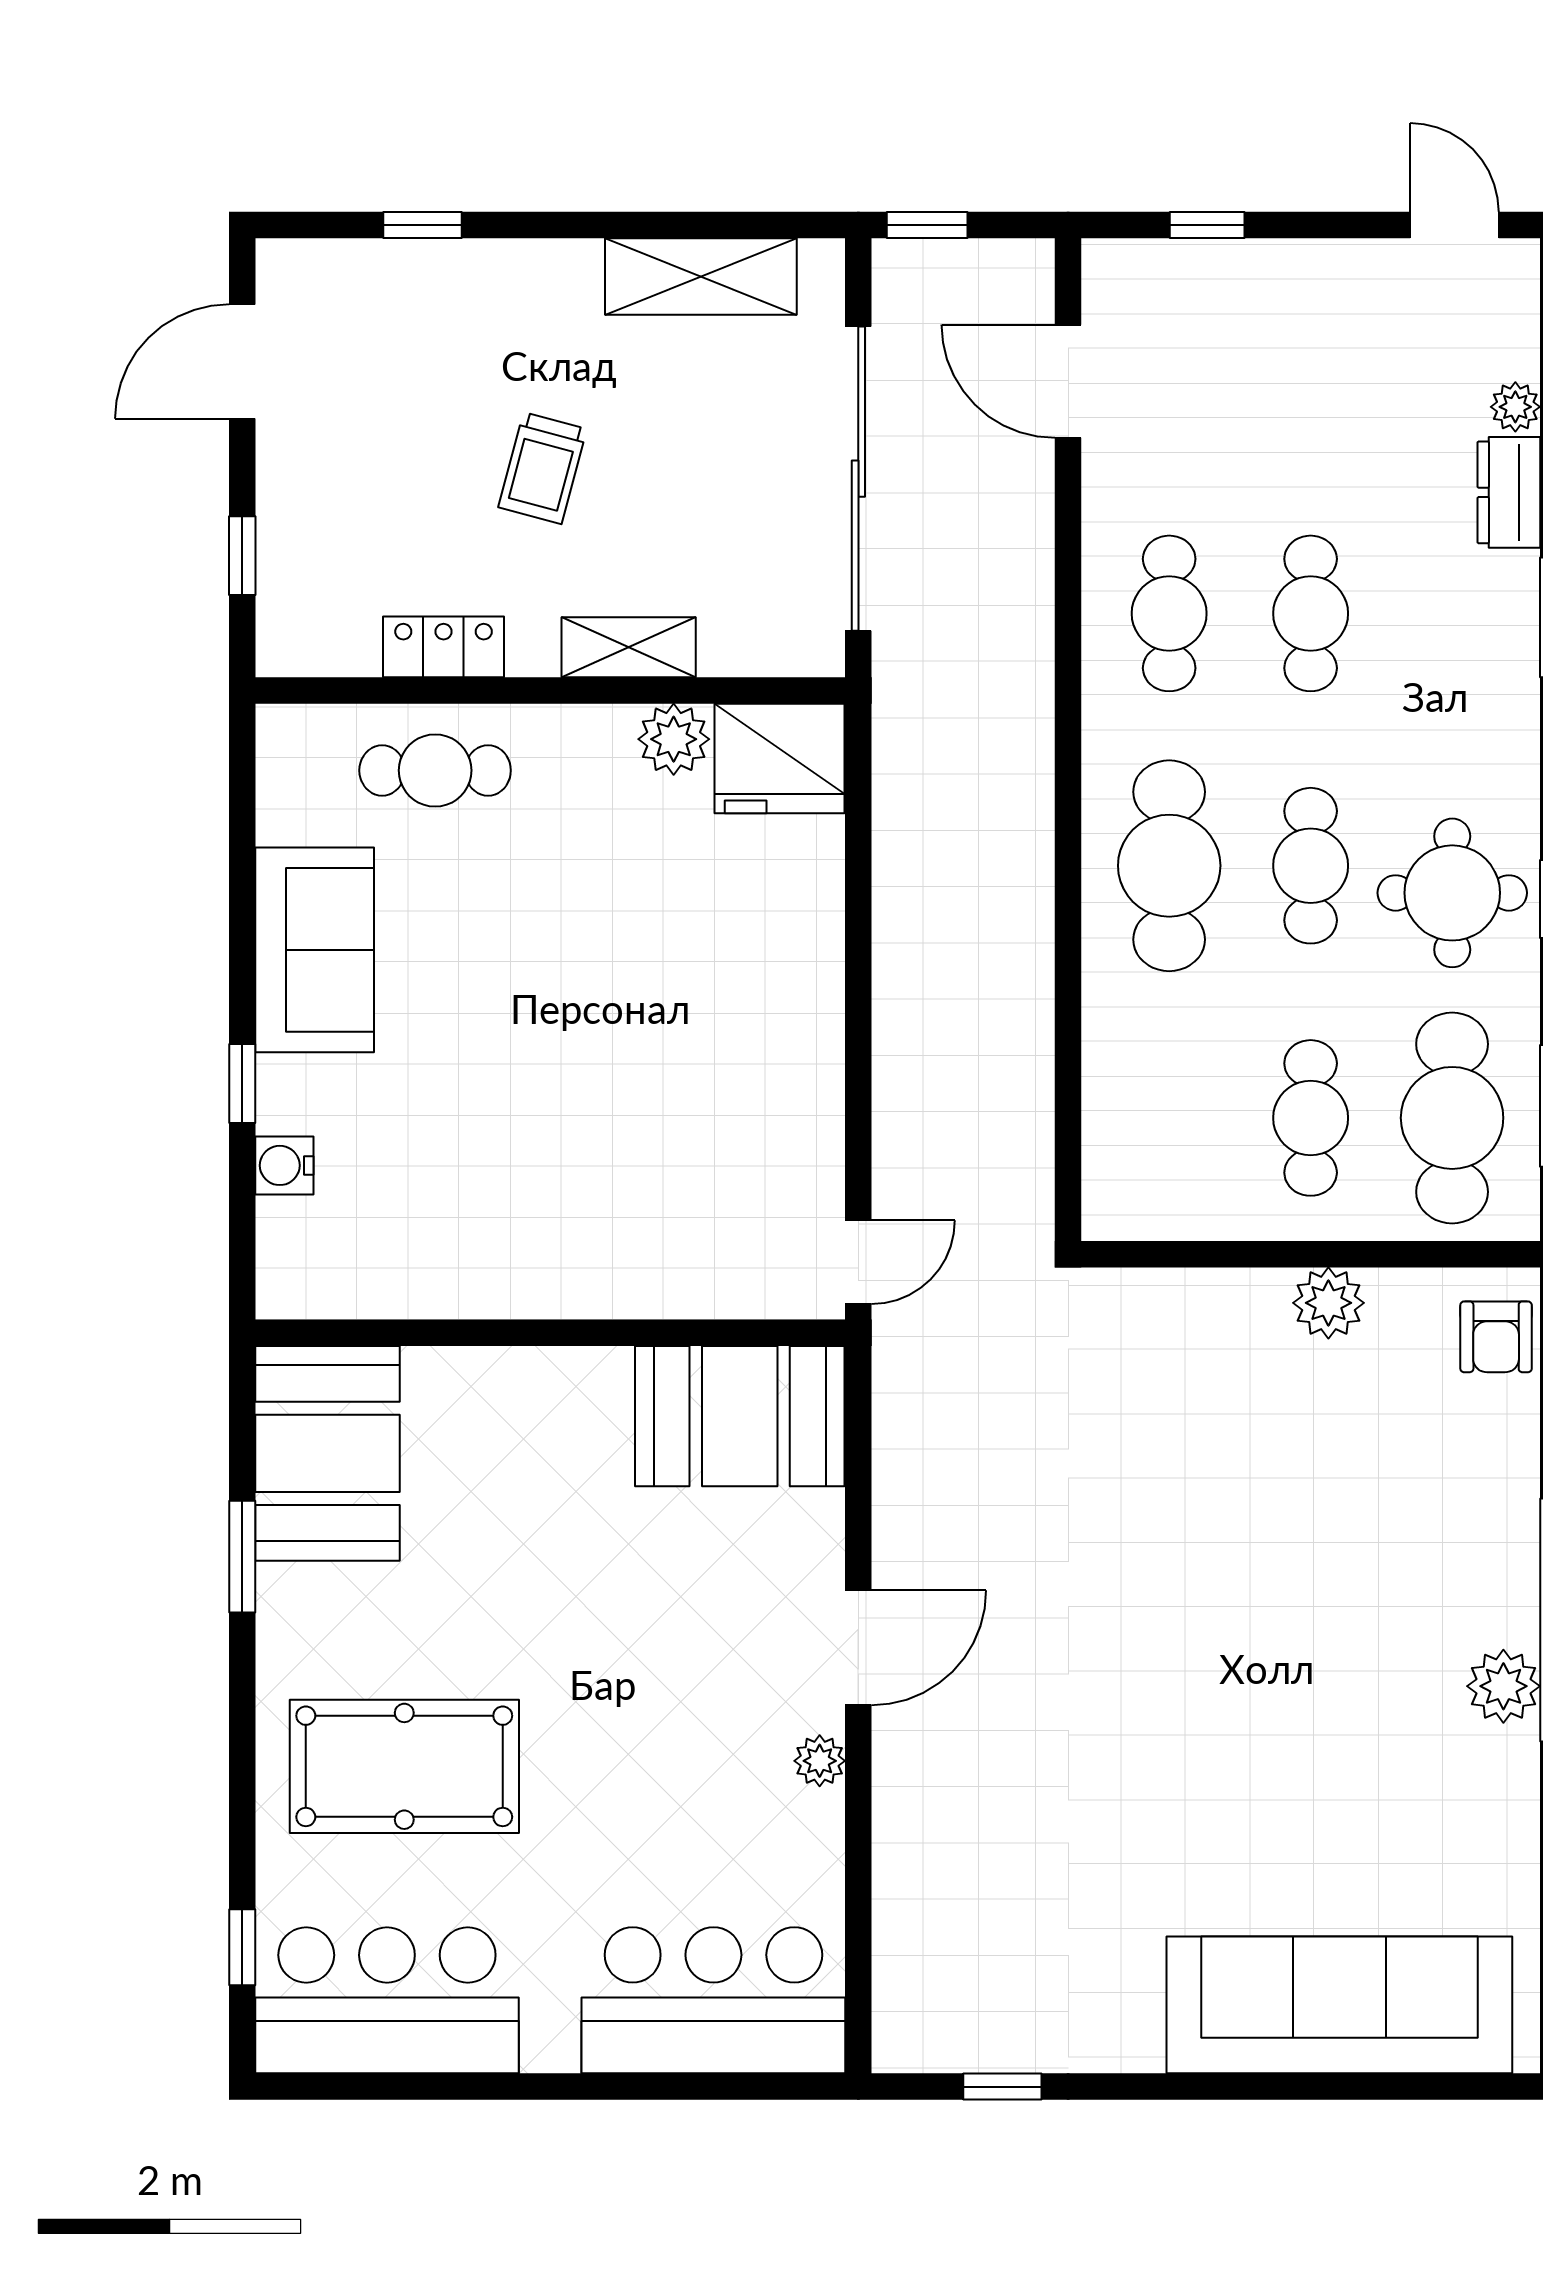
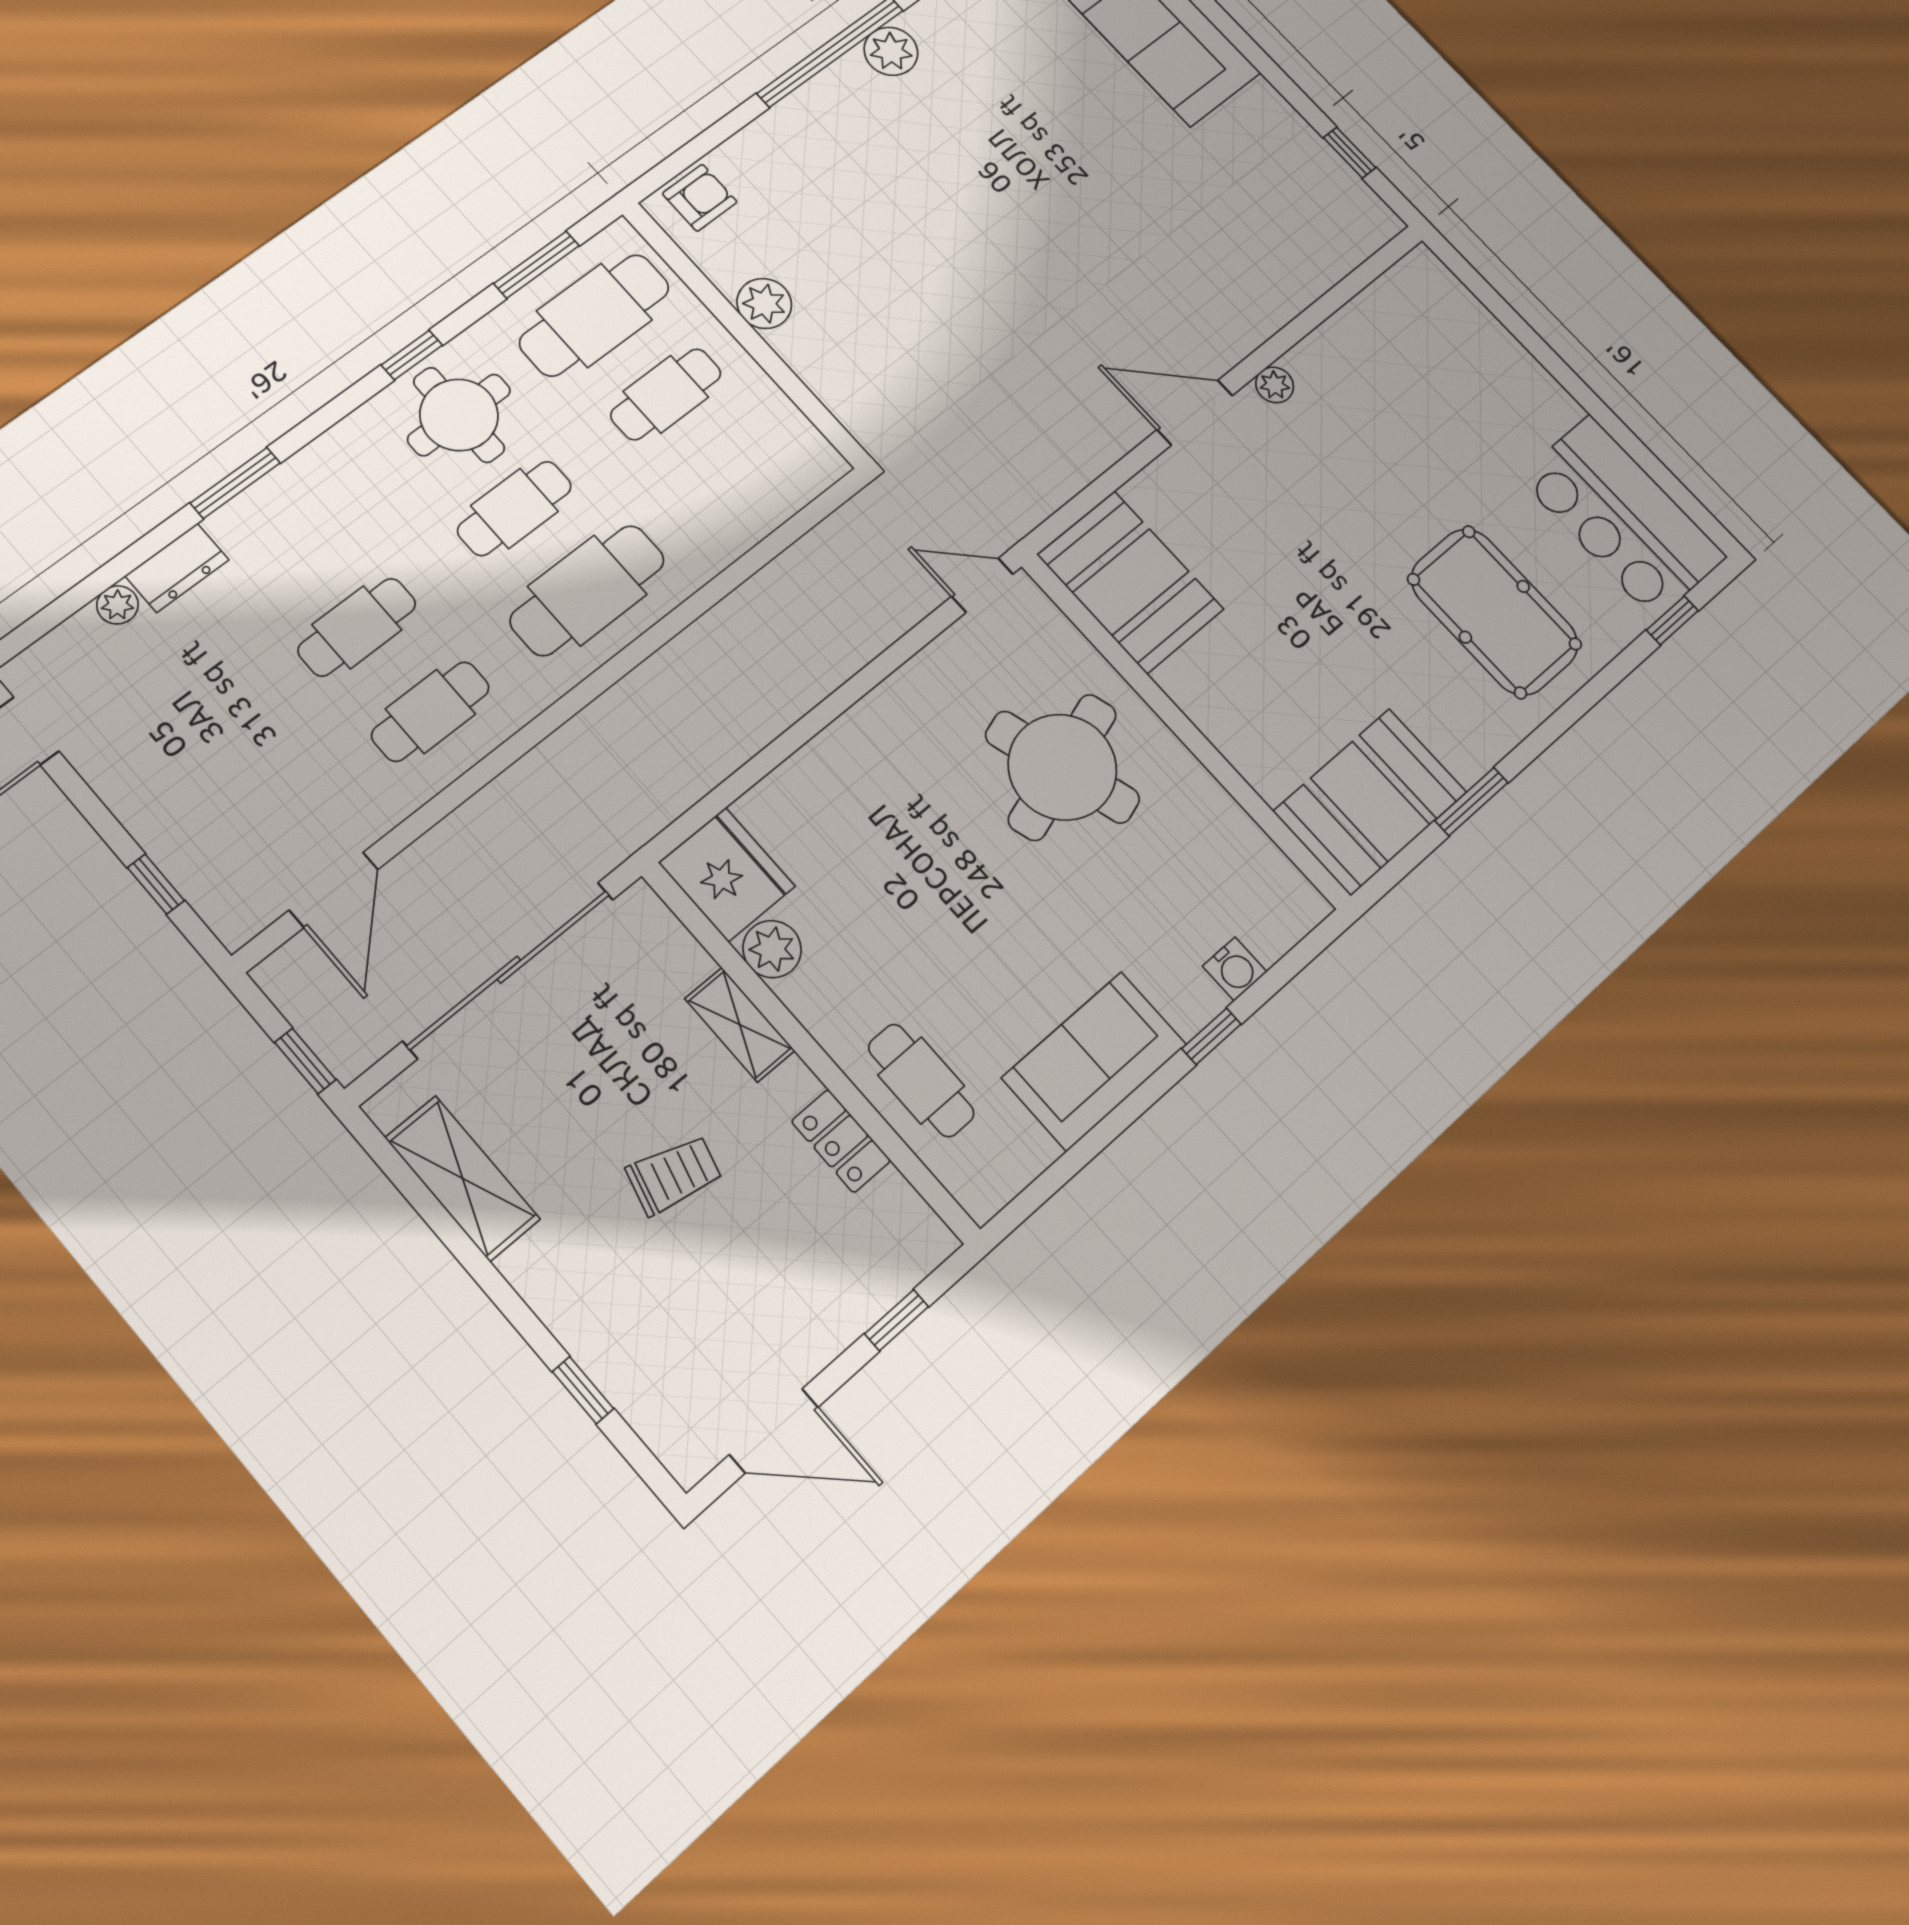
round table: (614, 1176) -> (1062, 767), added
bar counter: (713, 2000) -> (1453, 340), removed

